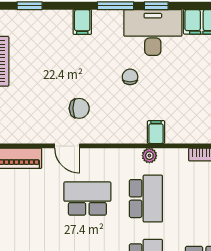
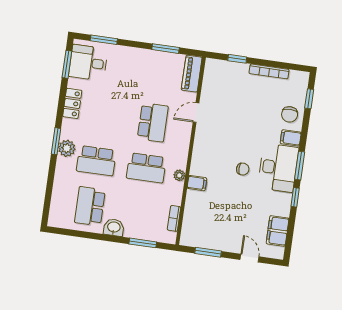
desk: (153, 32) -> (278, 168), moved
chair: (79, 108) -> (290, 114), moved

